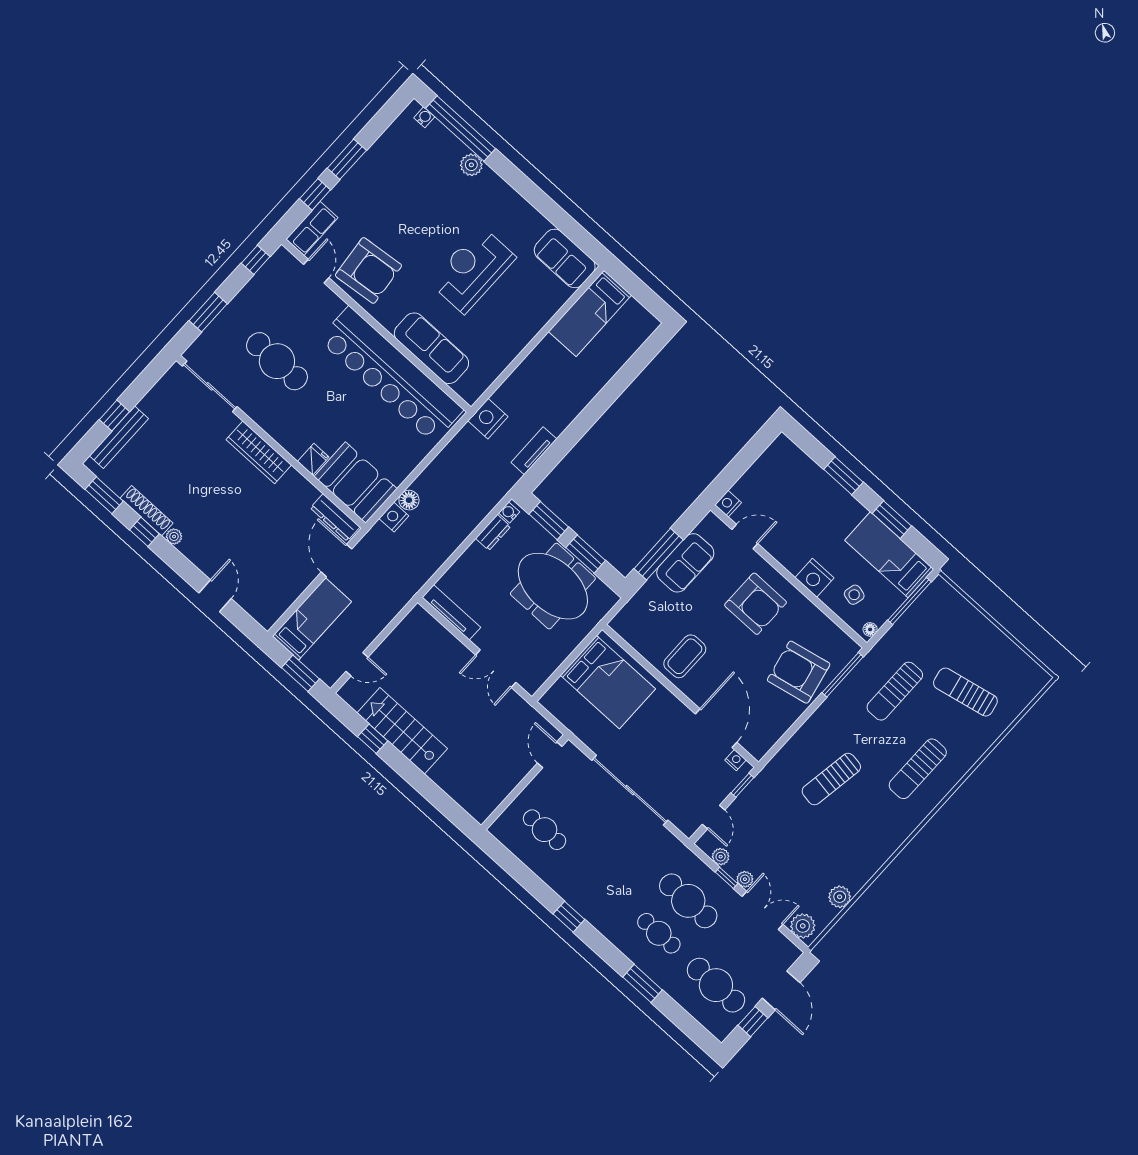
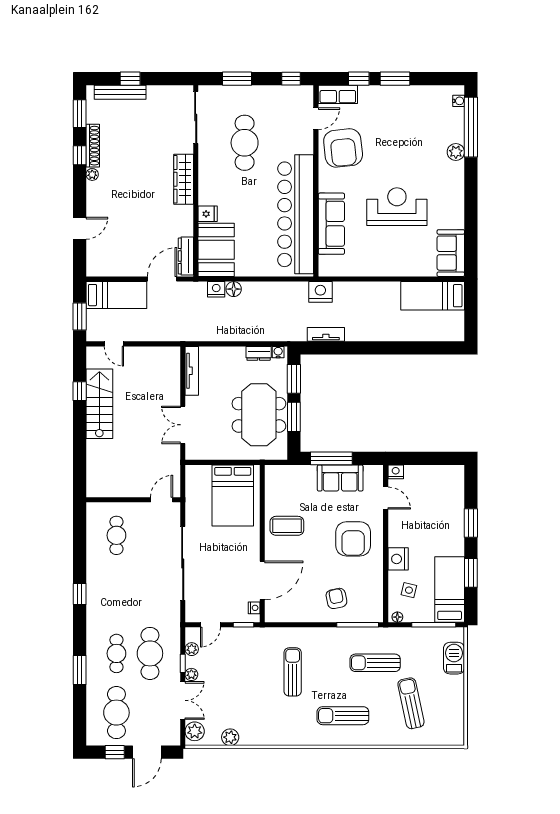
barbecue: (959, 611) -> (454, 658), added
armchair: (799, 672) -> (336, 598), width x0.53, depth x0.53
sun lounger: (831, 779) -> (293, 672), turned 81

